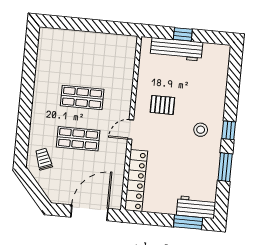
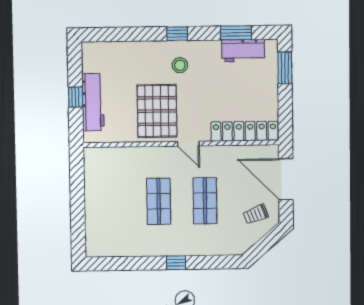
pallet: (162, 105) -> (157, 111), width x2.05, depth x2.00
window: (26, 107) -> (176, 263), added
trolley: (44, 159) -> (256, 214), moved
window: (225, 167) -> (236, 33), moved
workbench: (196, 207) -> (243, 51), moved, turned -90

